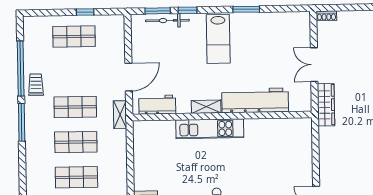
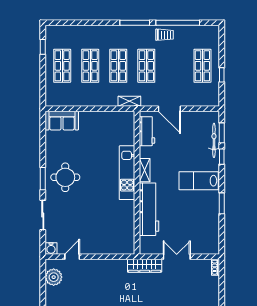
shelving: (120, 115) -> (129, 101), moved

